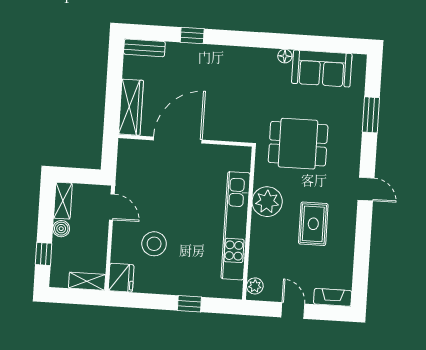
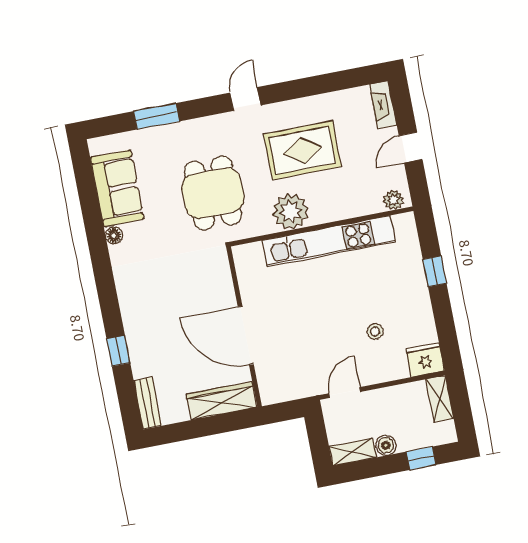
rug: (313, 224) -> (302, 150), width x1.36, depth x1.43
stool: (154, 244) -> (375, 331), width x0.53, depth x0.53

